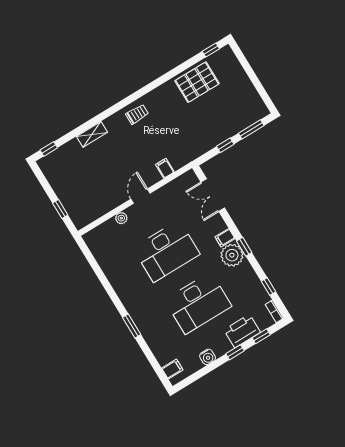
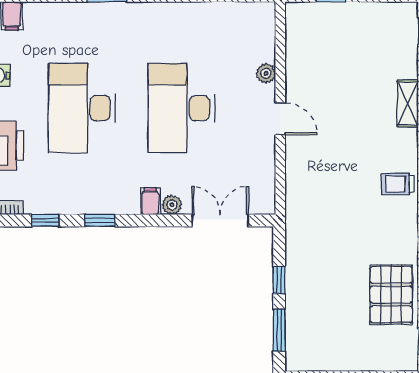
trolley: (137, 114) -> (397, 184), turned 90
filing cabinet: (165, 168) -> (298, 177), removed
window: (244, 247) -> (100, 220), moved
plant: (232, 255) -> (172, 205), moved, width x0.53, depth x0.53

